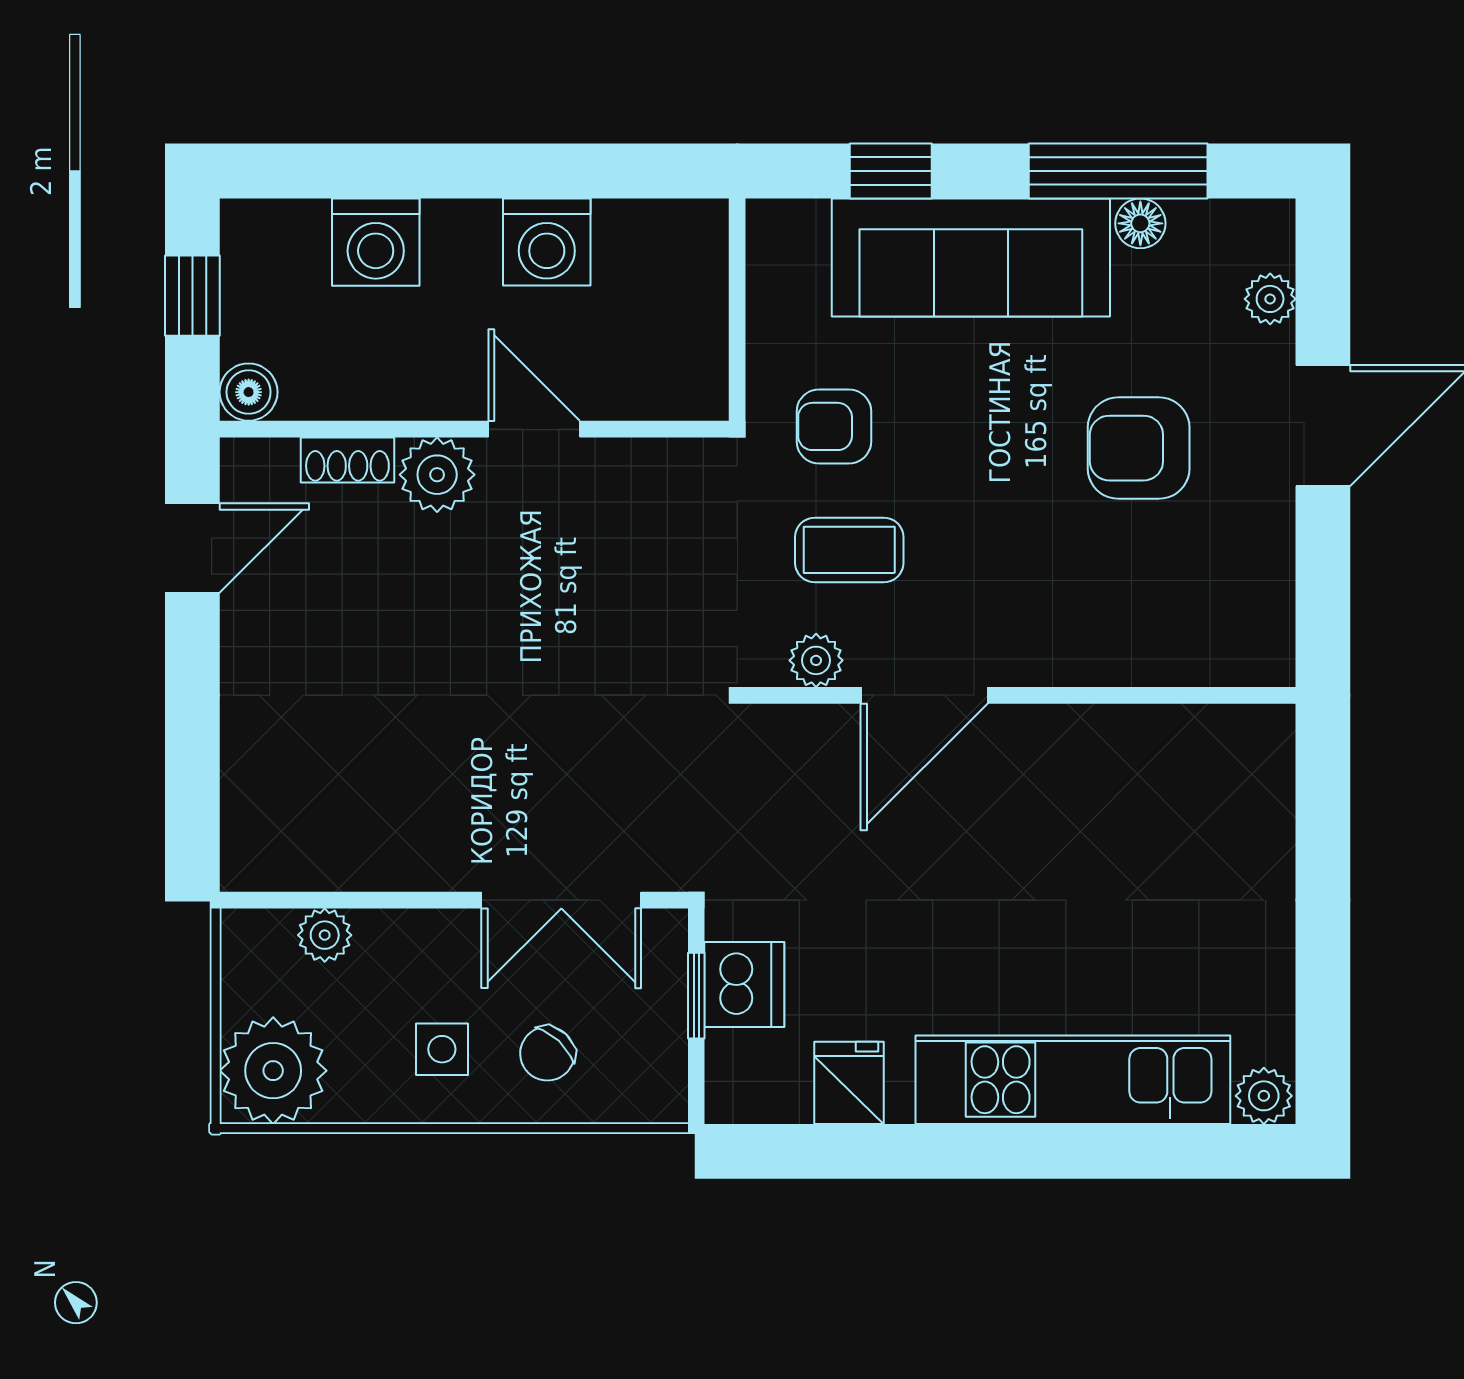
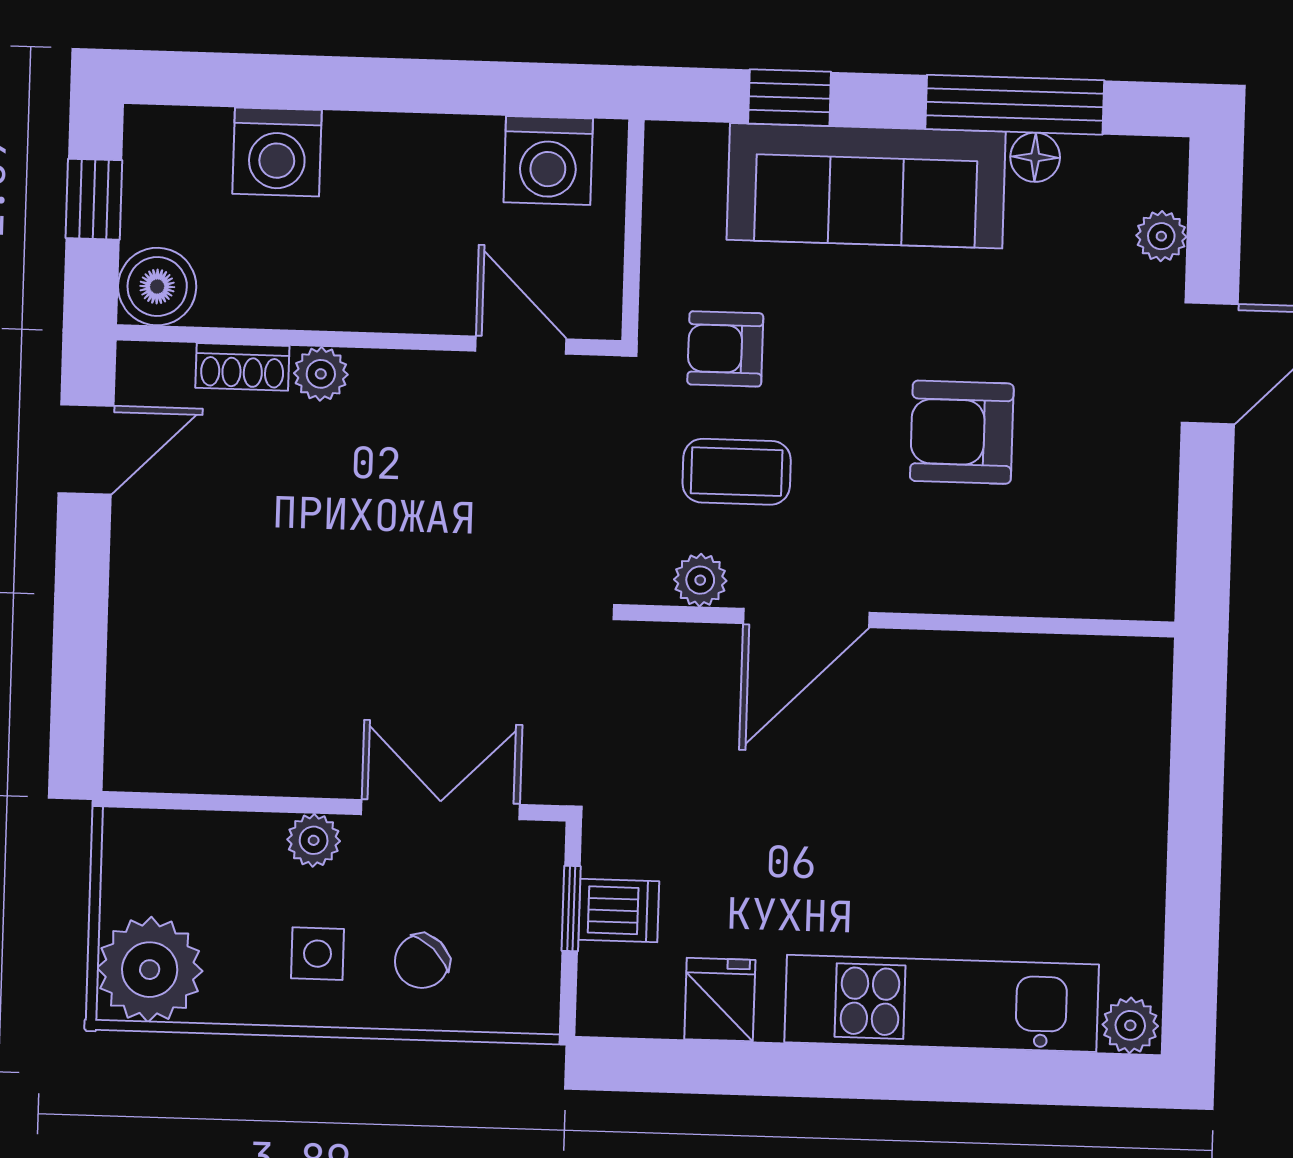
washing machine: (547, 242) -> (548, 160), moved
boiler: (249, 392) -> (157, 287), width x1.36, depth x1.36
door: (534, 429) -> (521, 345), moved
armchair: (1139, 448) -> (962, 432), moved
plant: (437, 475) -> (321, 374), width x0.73, depth x0.73
double door: (561, 900) -> (440, 810), swing flipped
plant: (325, 935) -> (314, 840), moved
dishwasher: (744, 984) -> (619, 910), width x0.73

